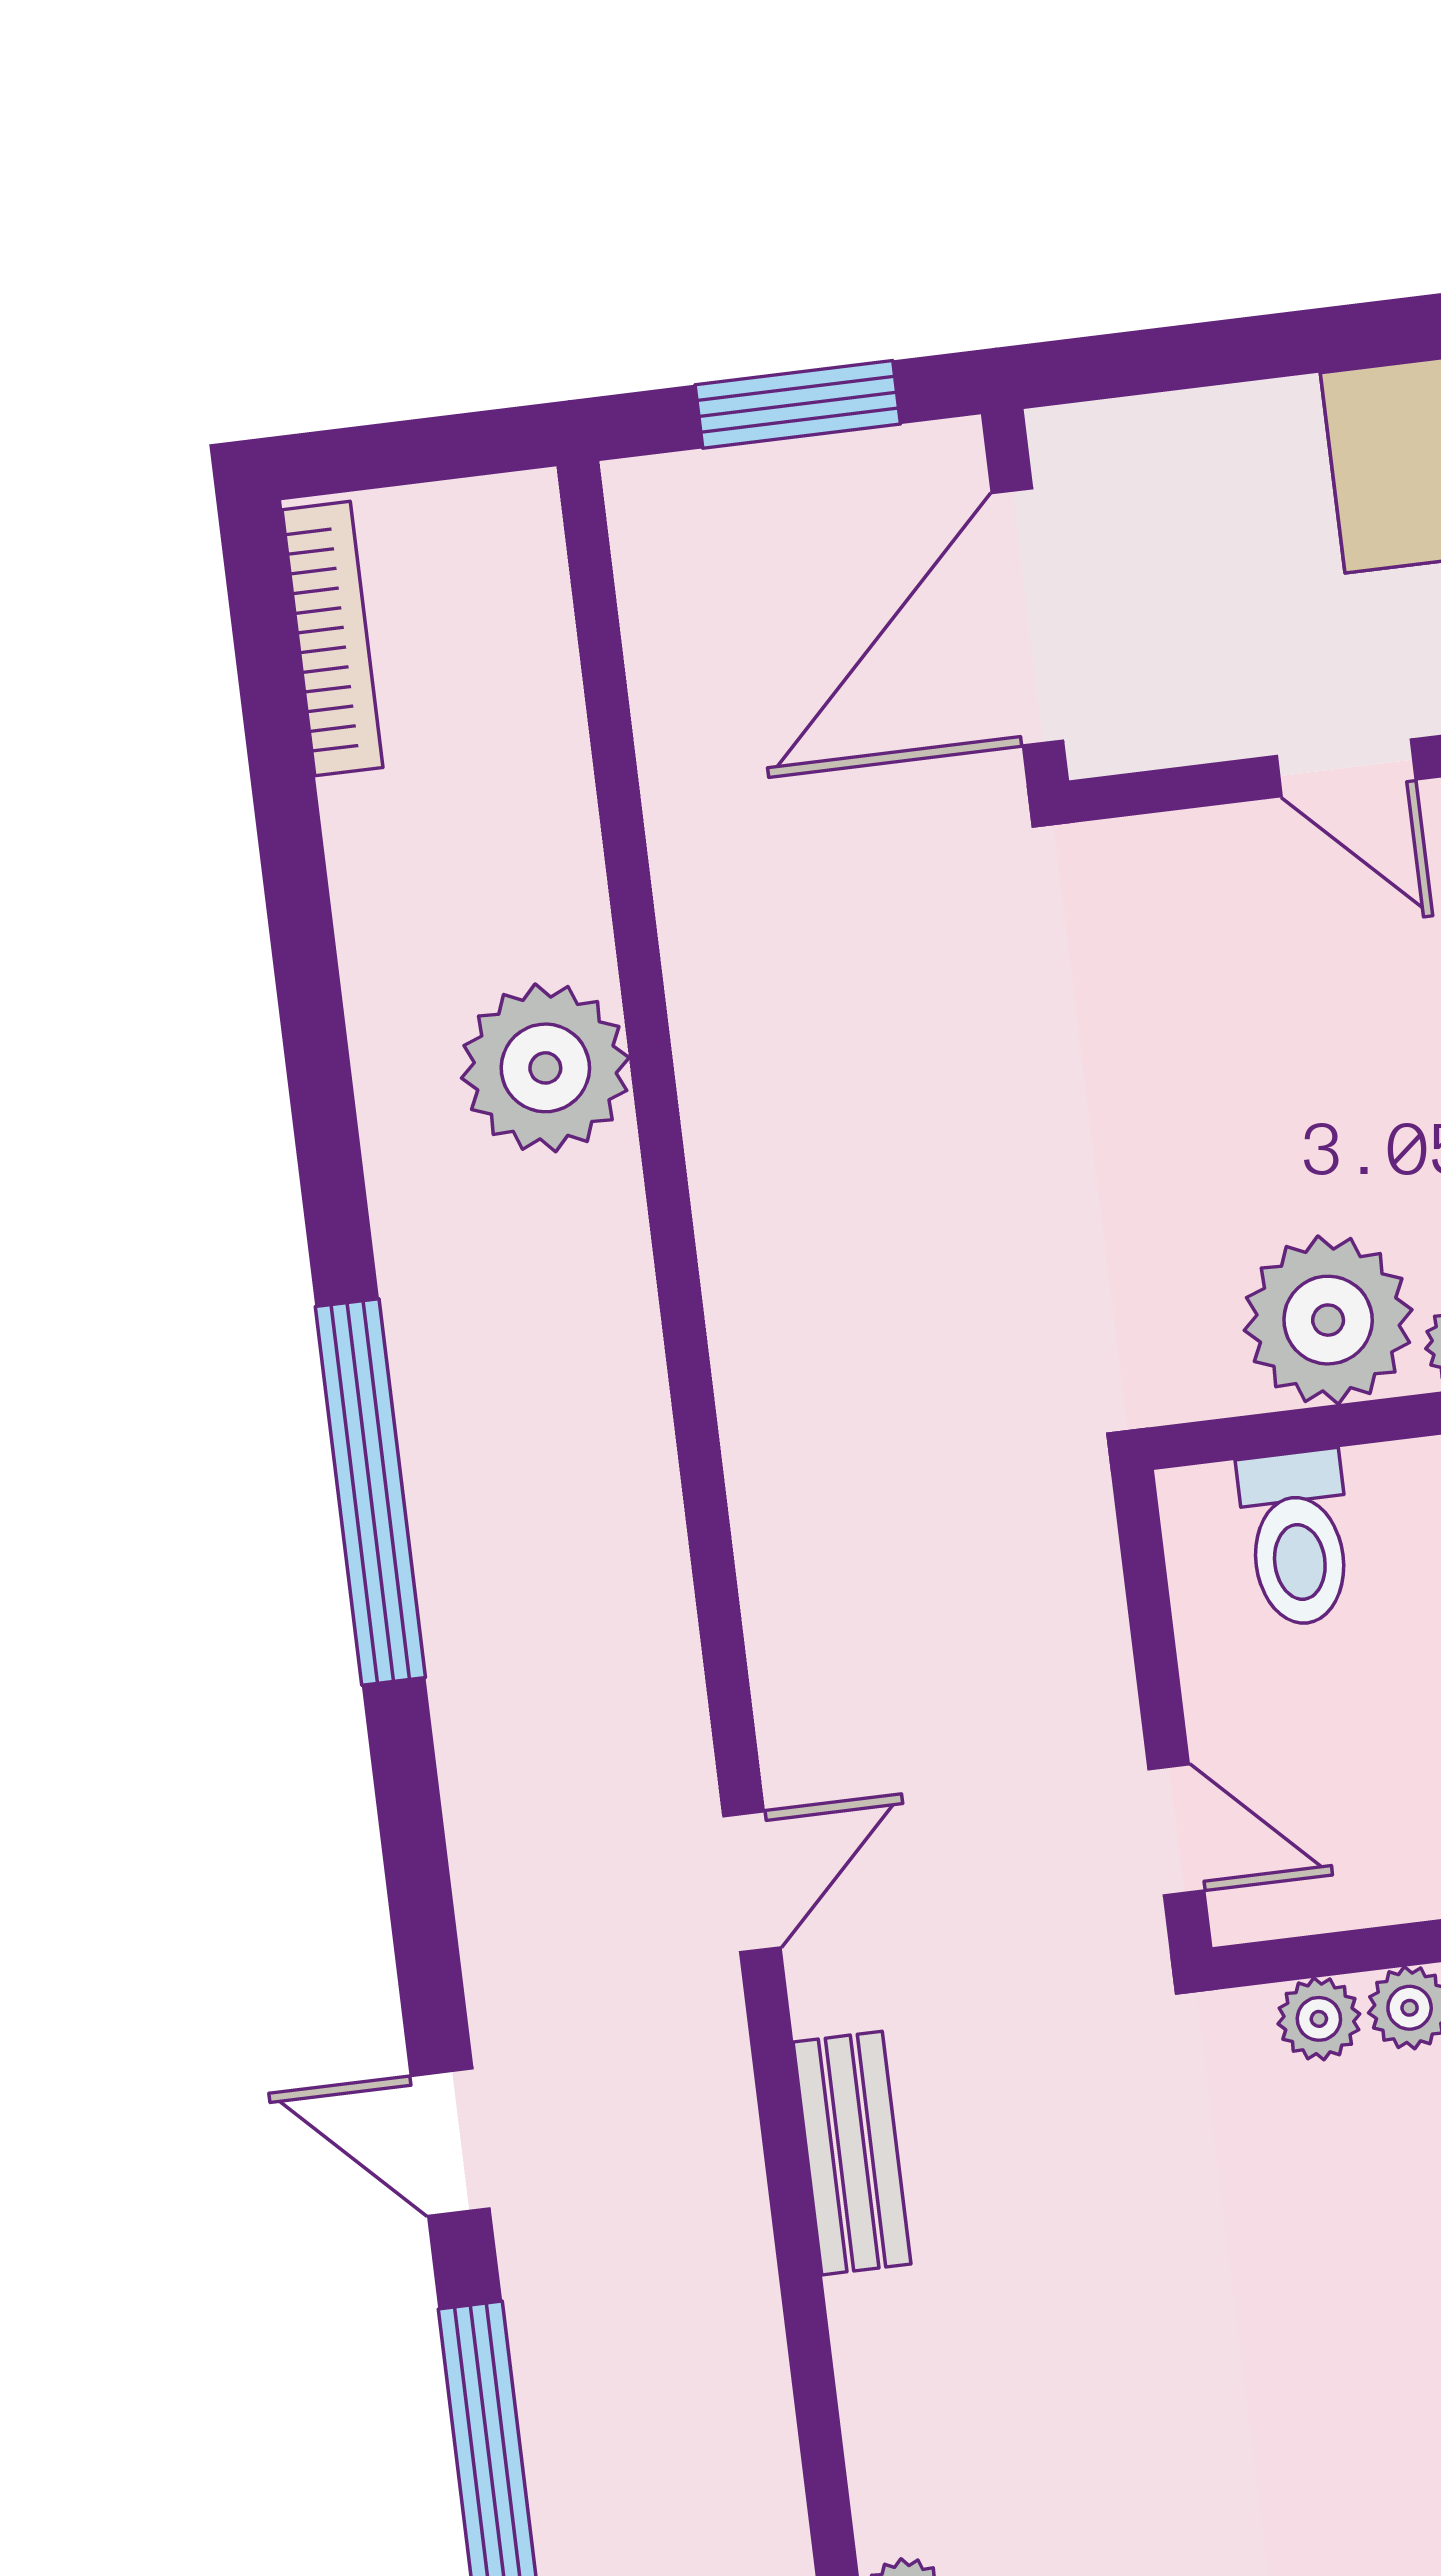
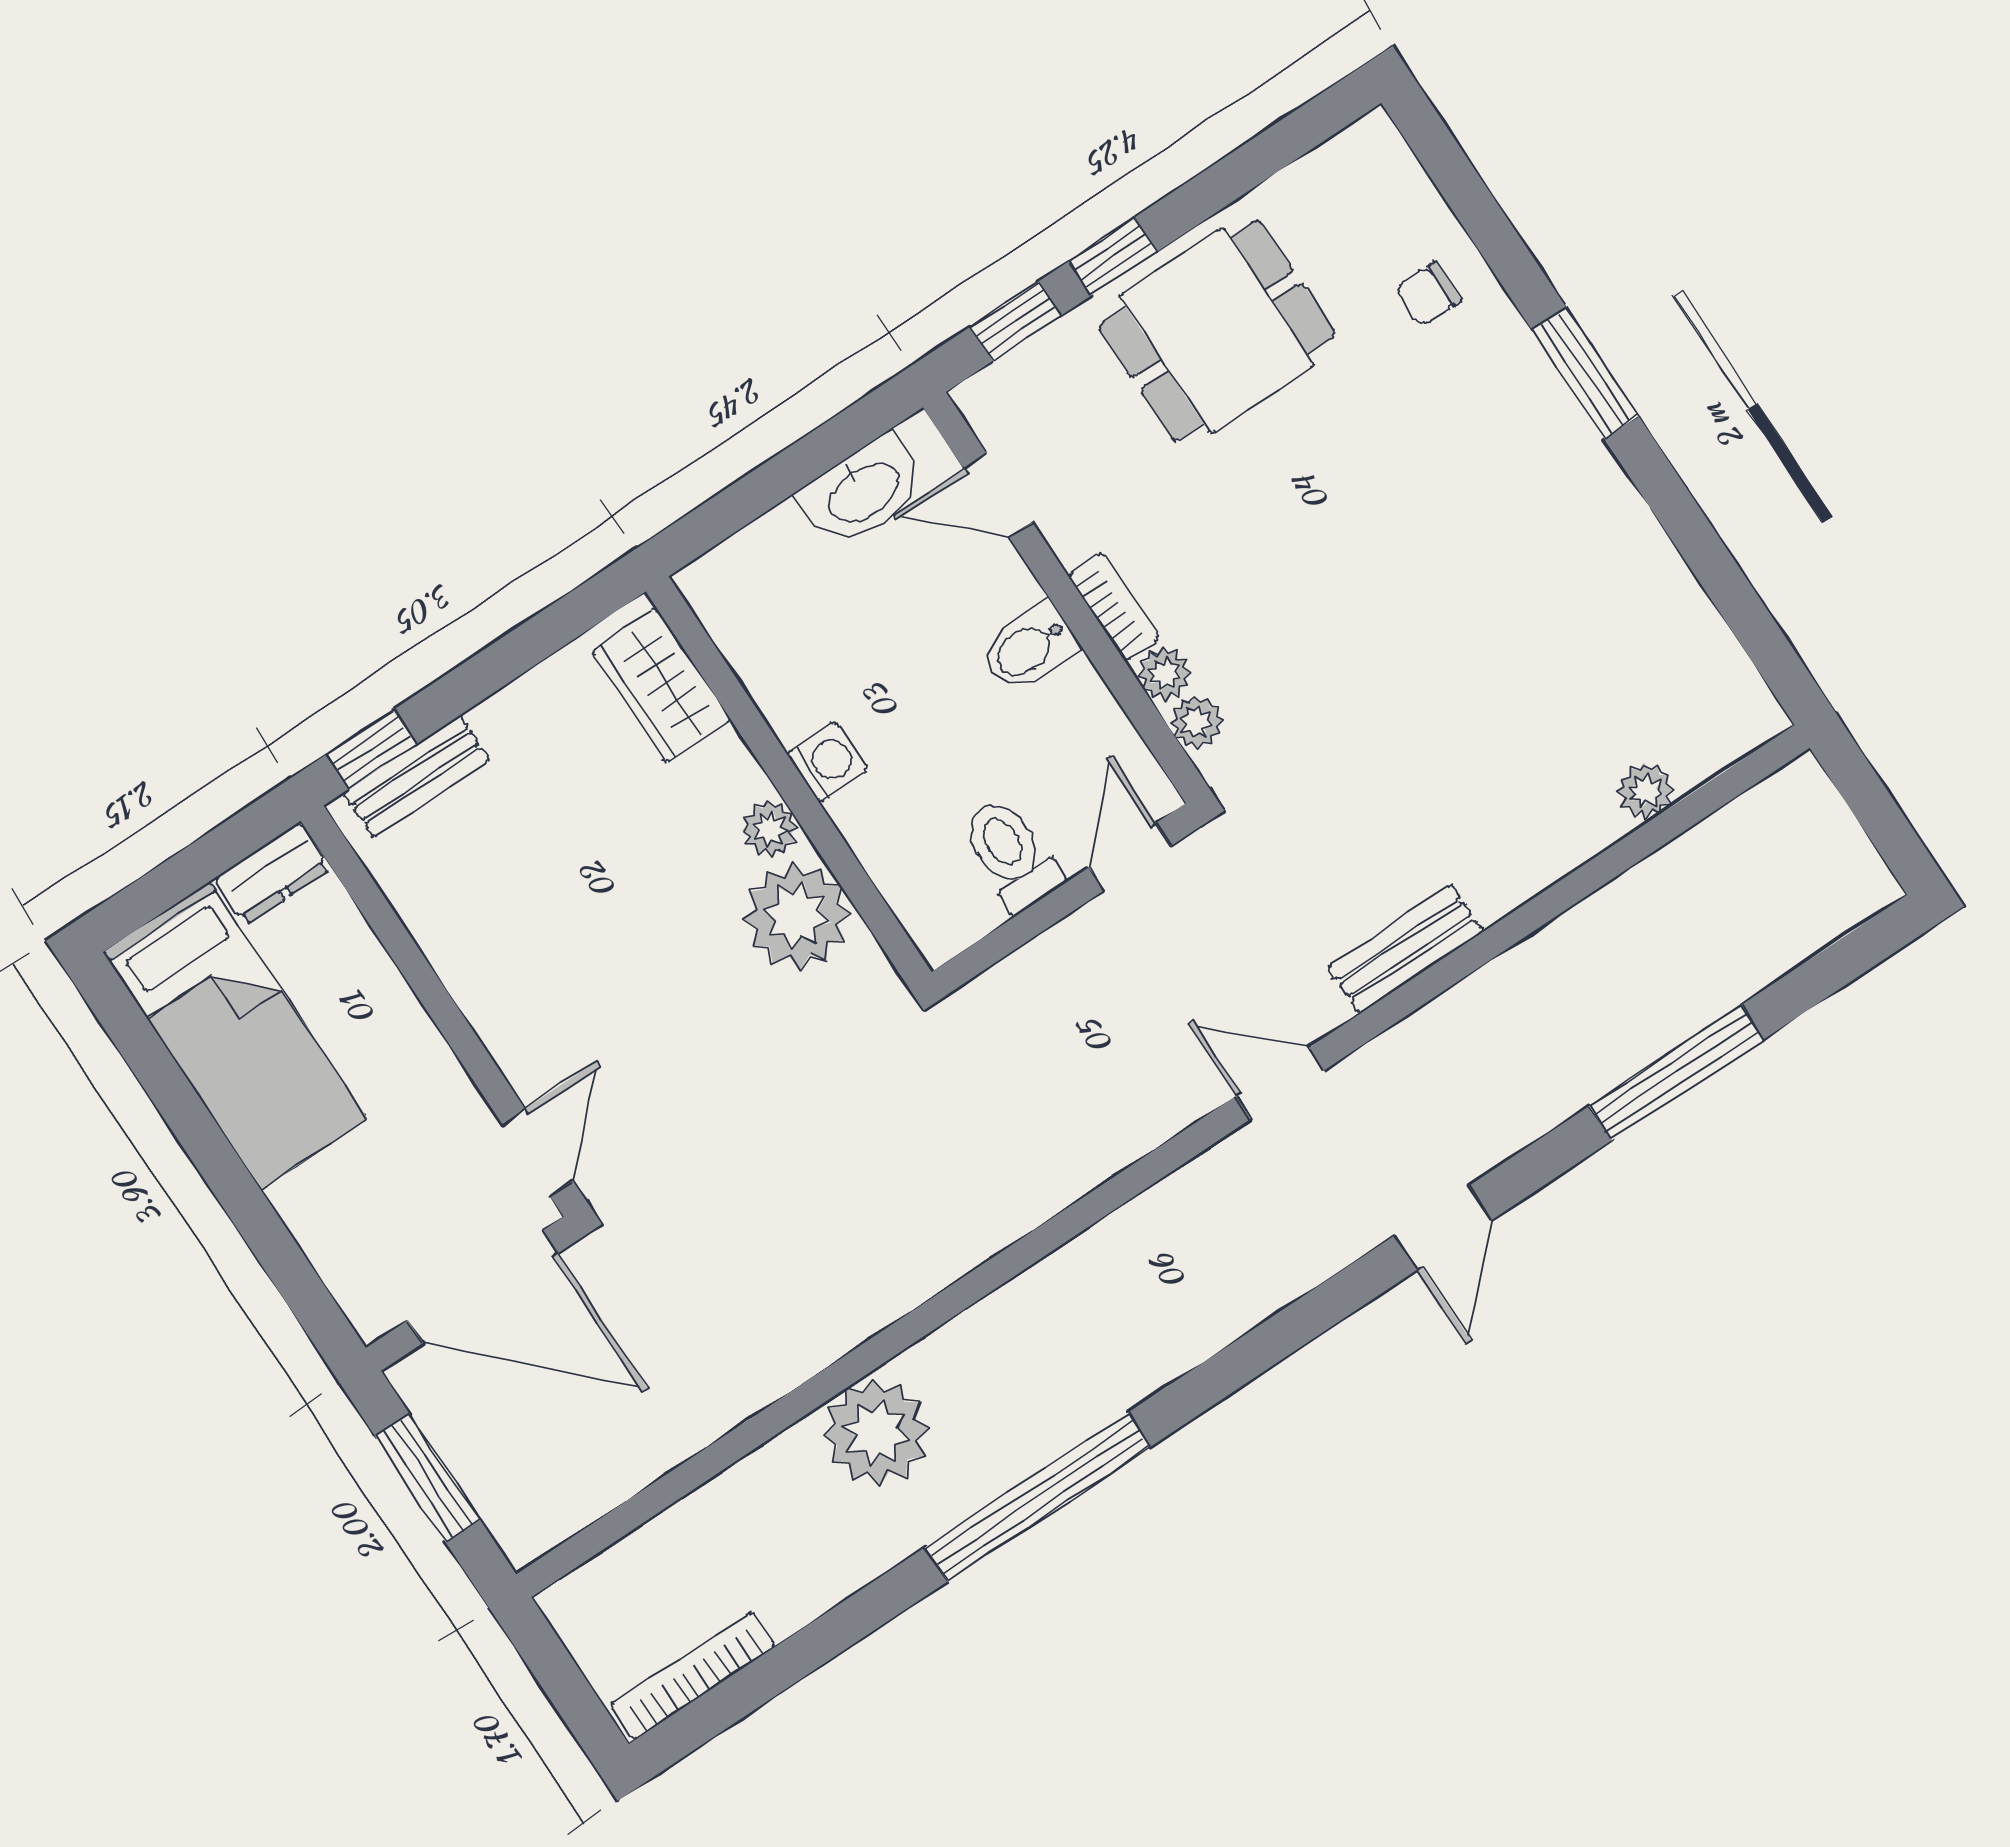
door: (1346, 768) -> (537, 1152), moved
window: (370, 1492) -> (1038, 1497), moved
toilet: (1297, 1538) -> (1011, 854), moved, turned -90
door: (450, 2142) -> (1443, 1228), moved

